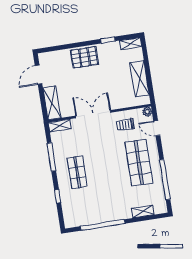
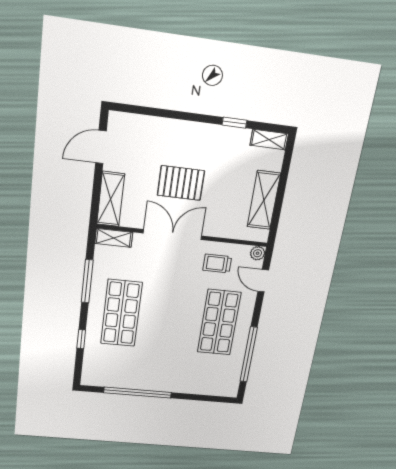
pallet: (84, 57) -> (181, 183), moved
shop shelf: (77, 172) -> (121, 313), width x1.43, depth x1.36
shelving: (143, 212) -> (202, 388), removed

